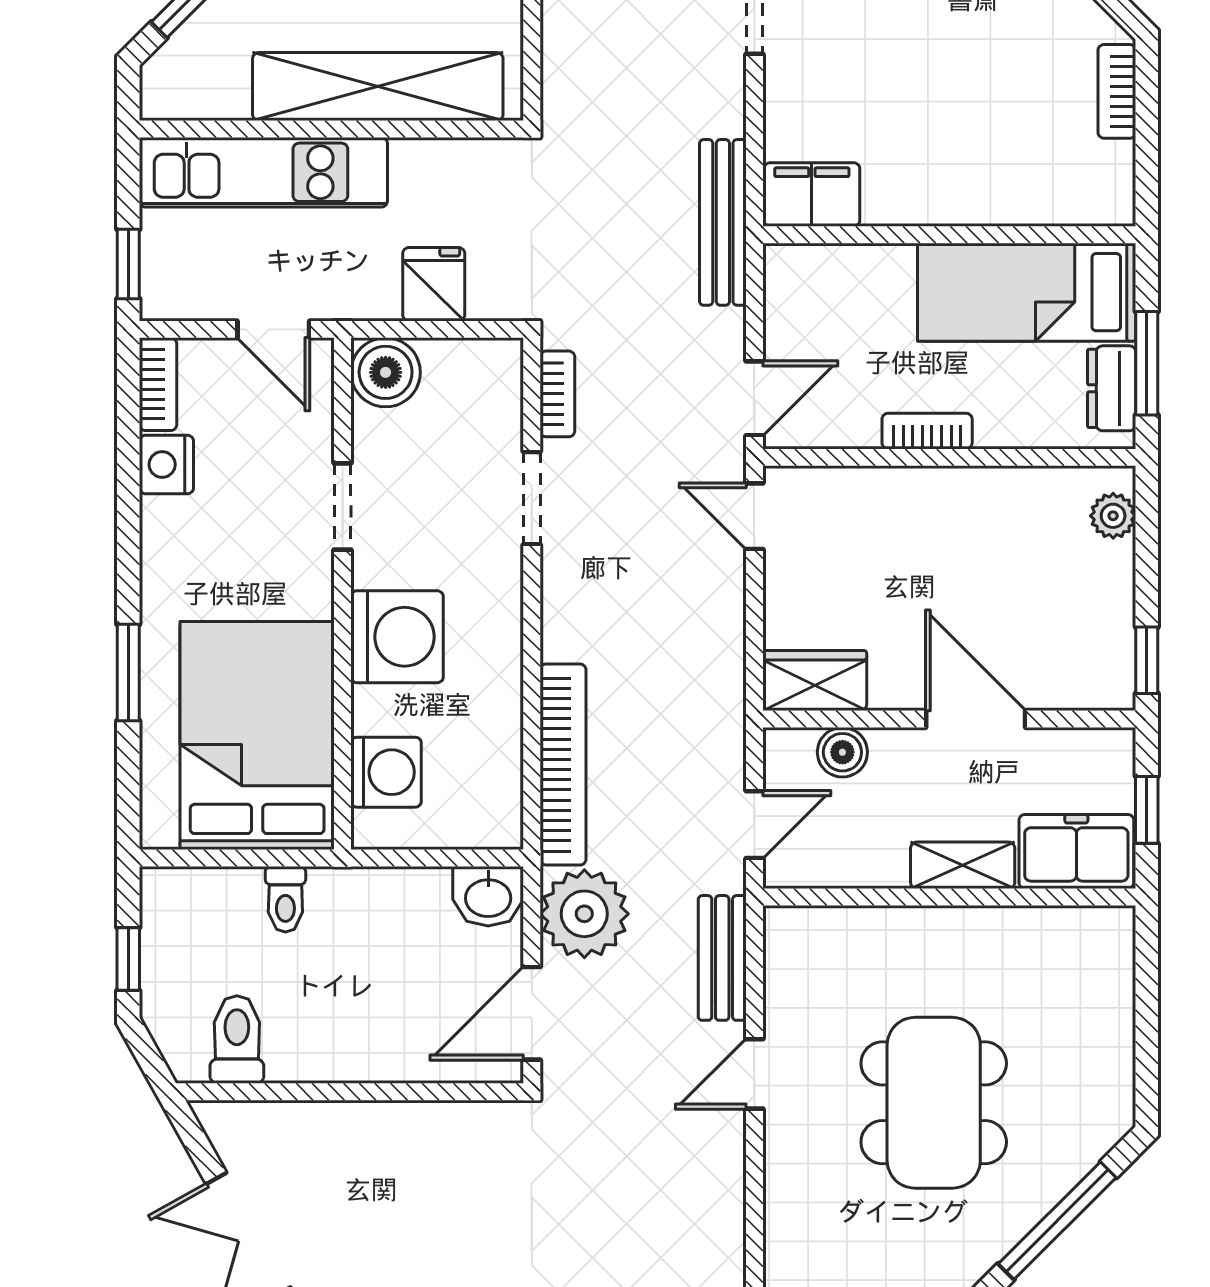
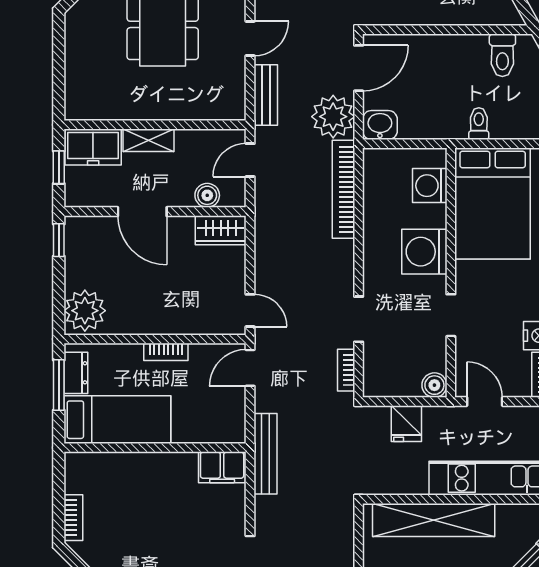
boiler: (386, 372) -> (434, 385), width x0.73, depth x0.73
plant: (1113, 516) -> (85, 311), width x1.88, depth x1.88

